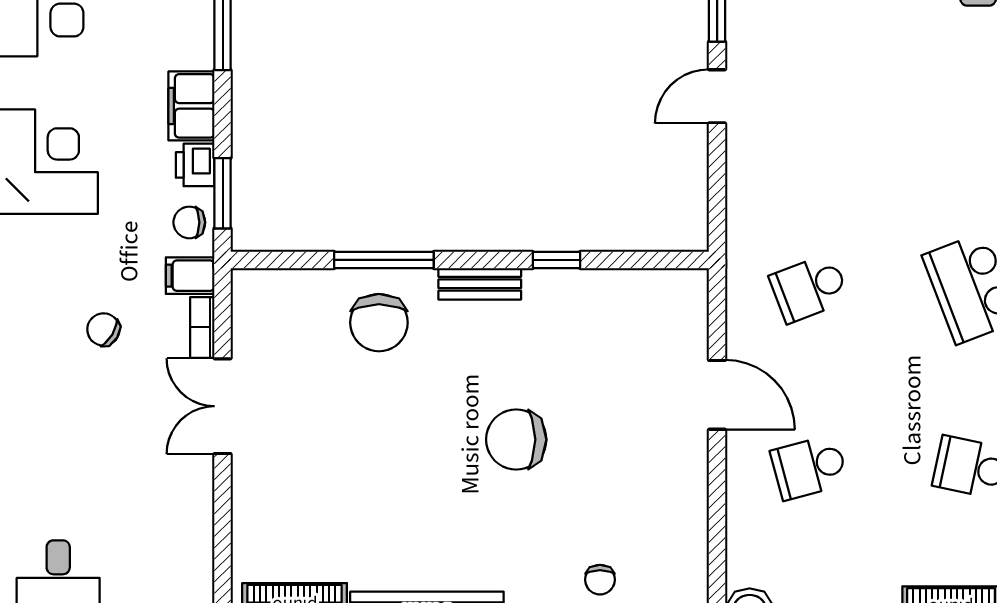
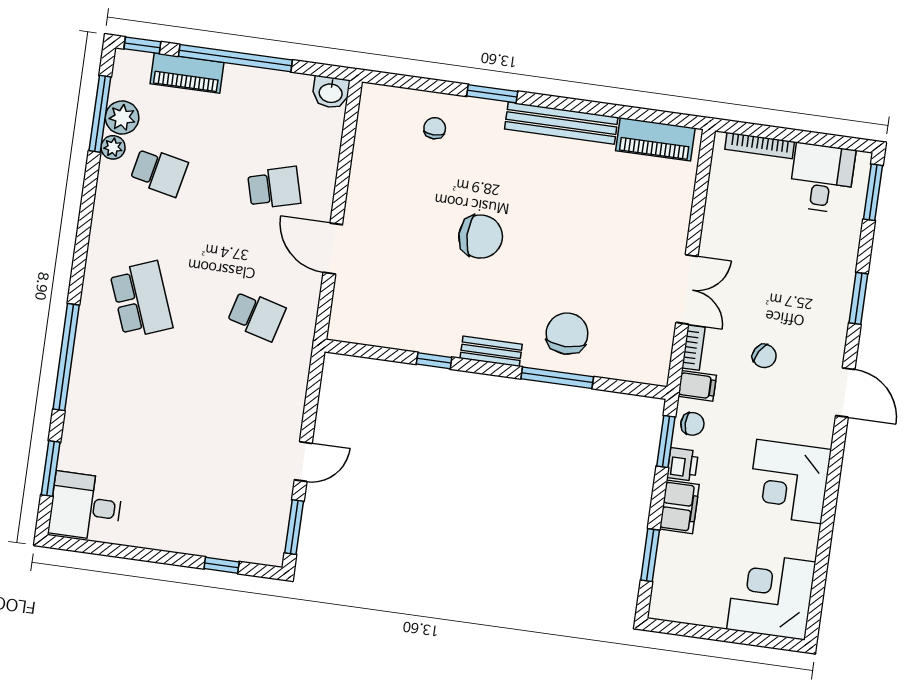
school desk: (809, 288) -> (256, 316), turned 36

